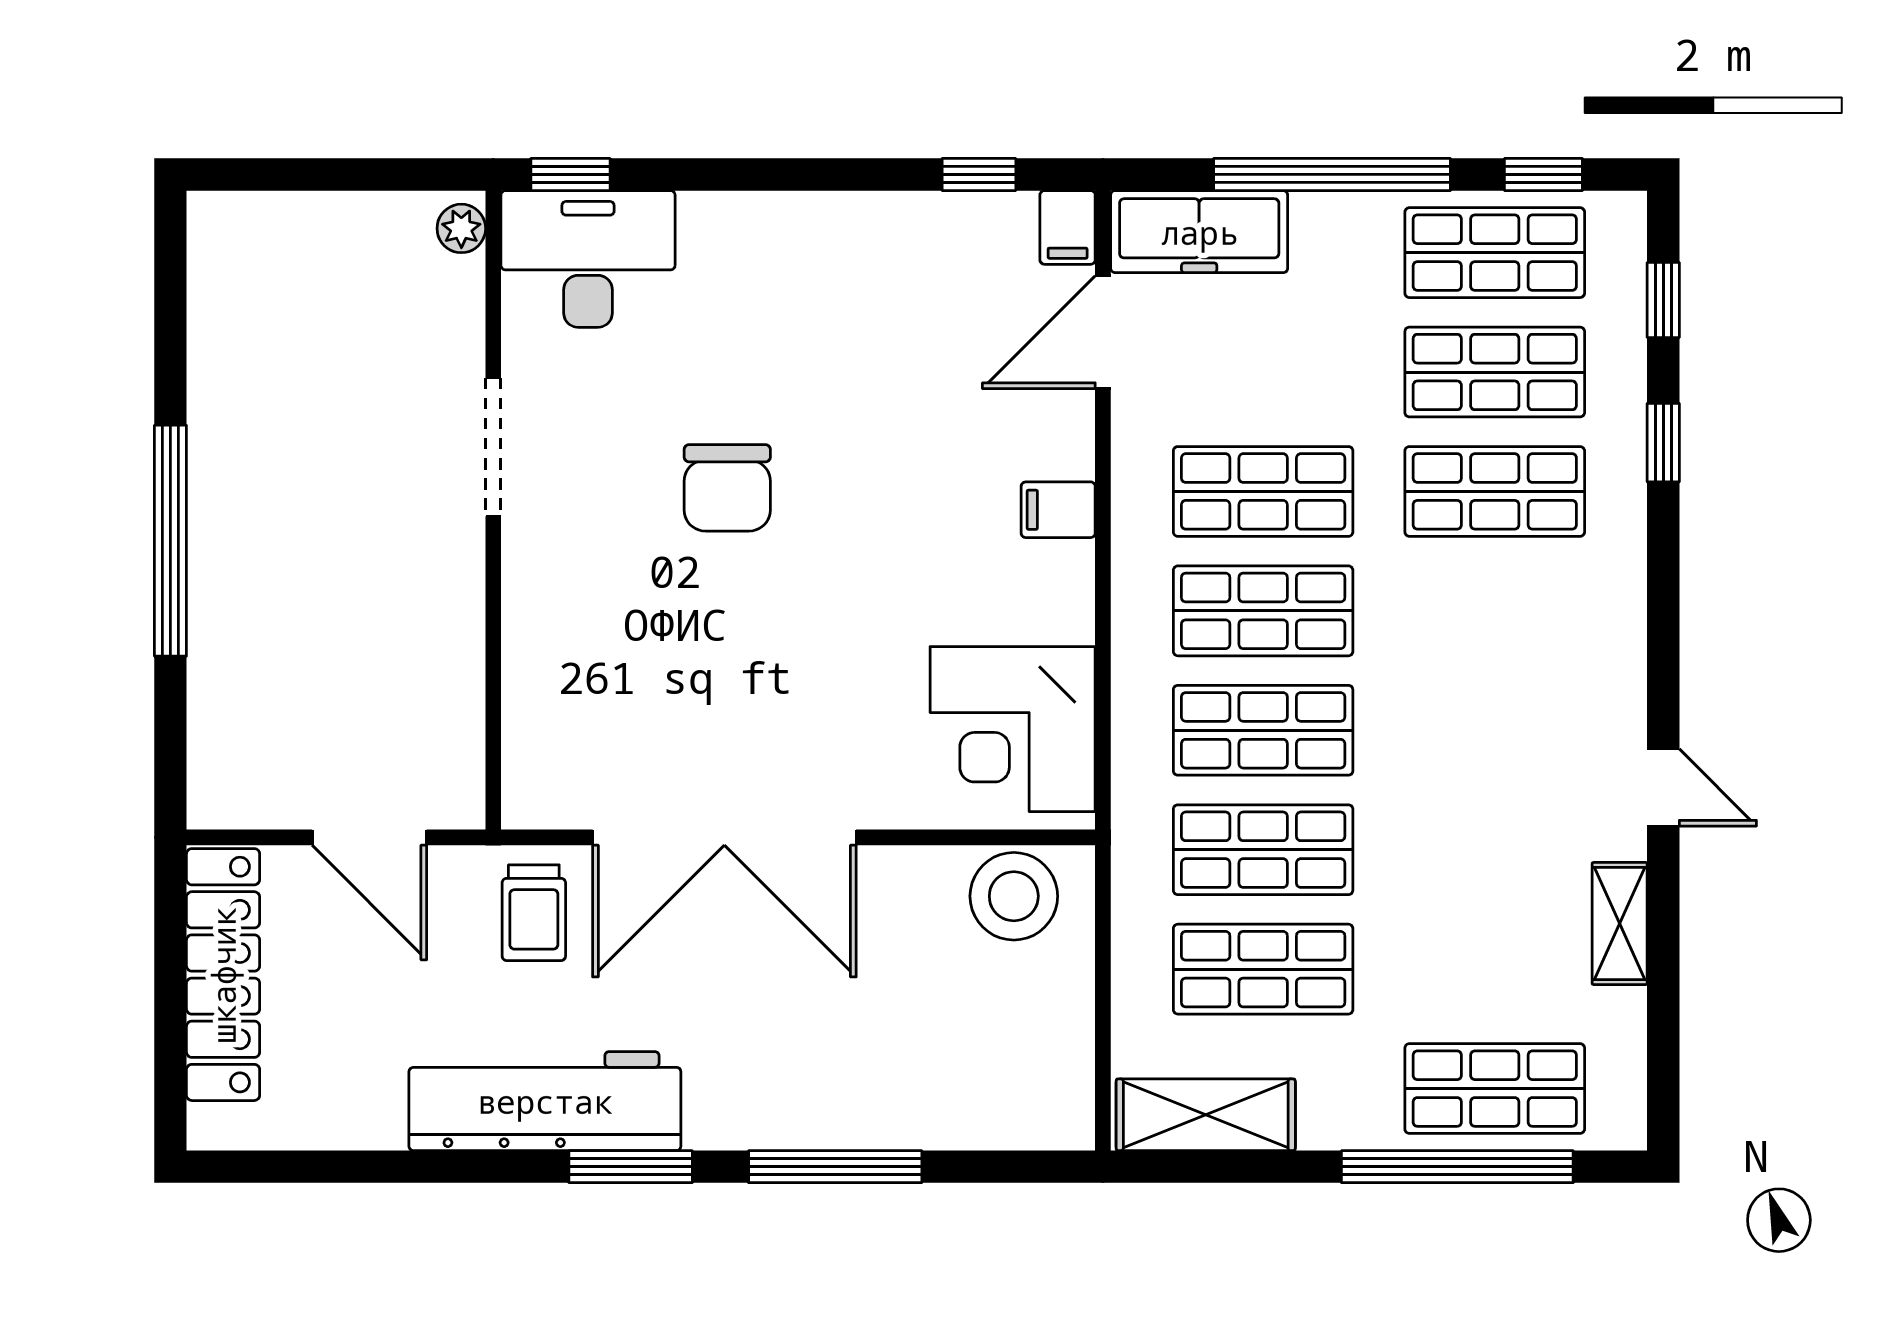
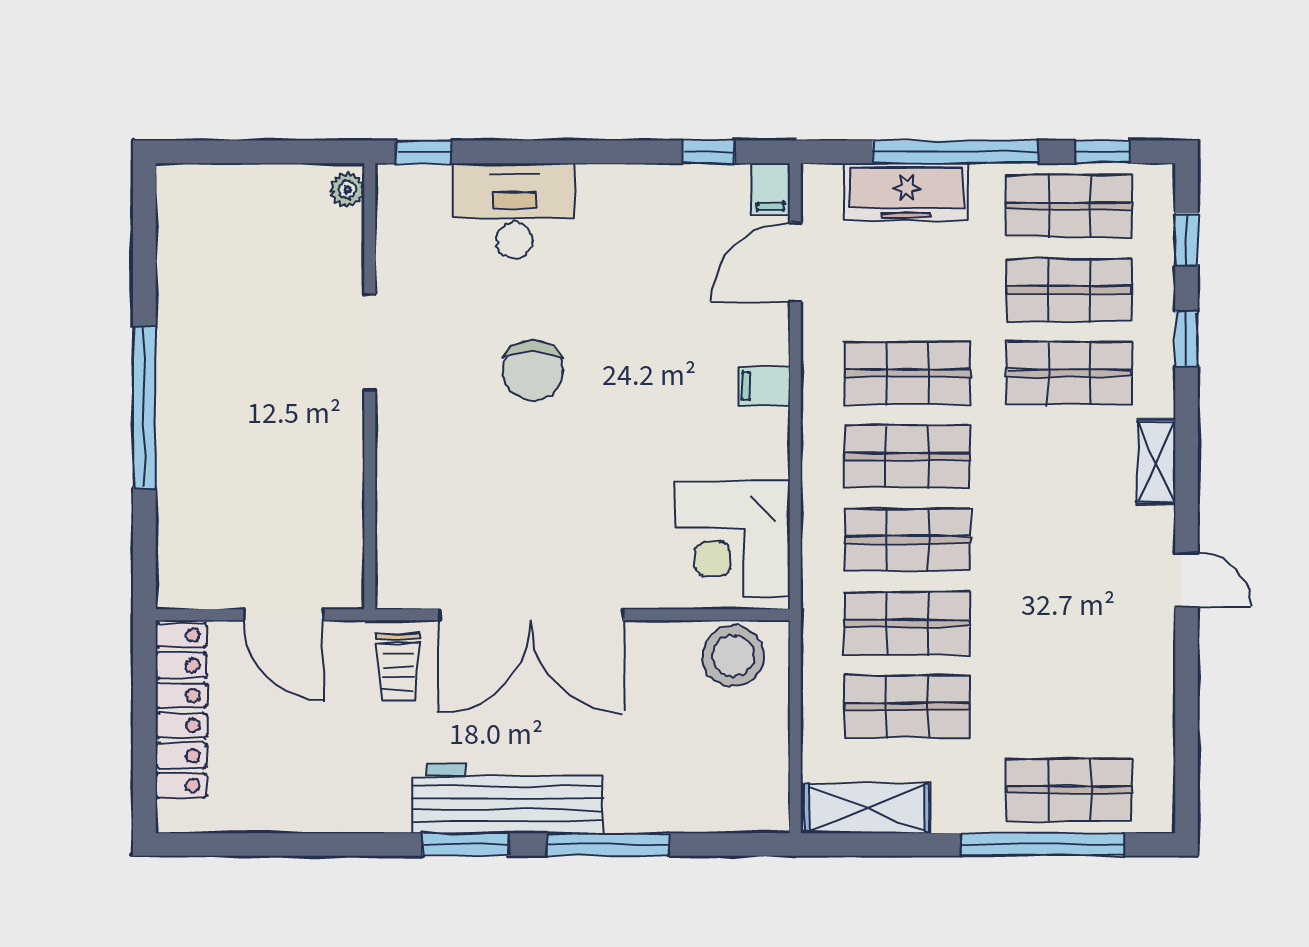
freezer: (1199, 232) -> (906, 192), moved
desk: (588, 259) -> (514, 211), moved
shelving: (1620, 924) -> (1156, 462), moved
workbench: (545, 1101) -> (507, 799), moved

